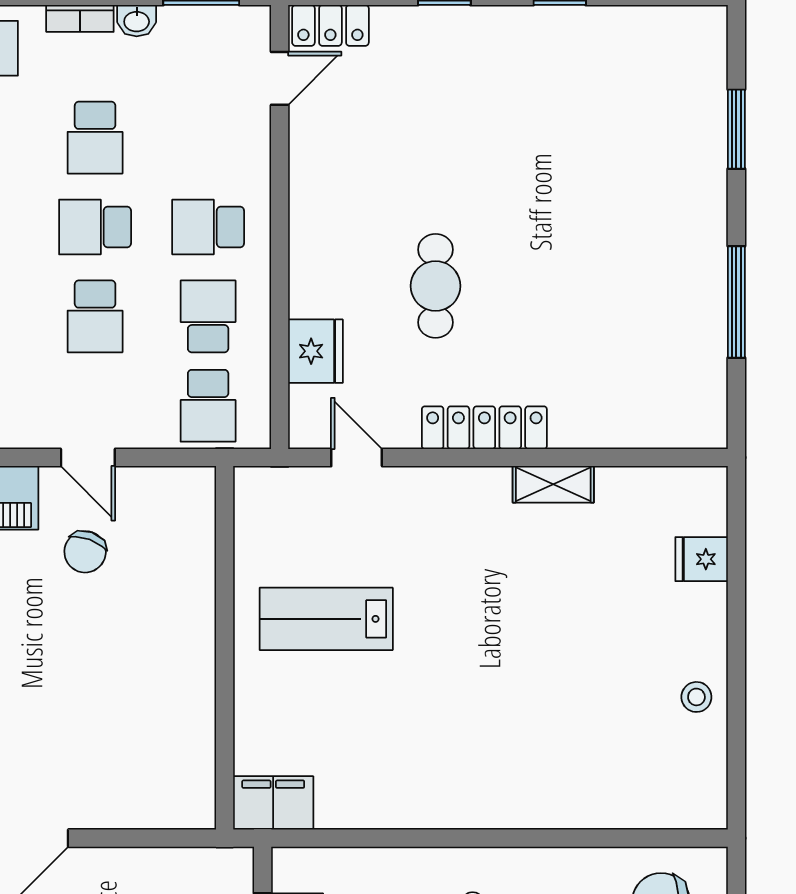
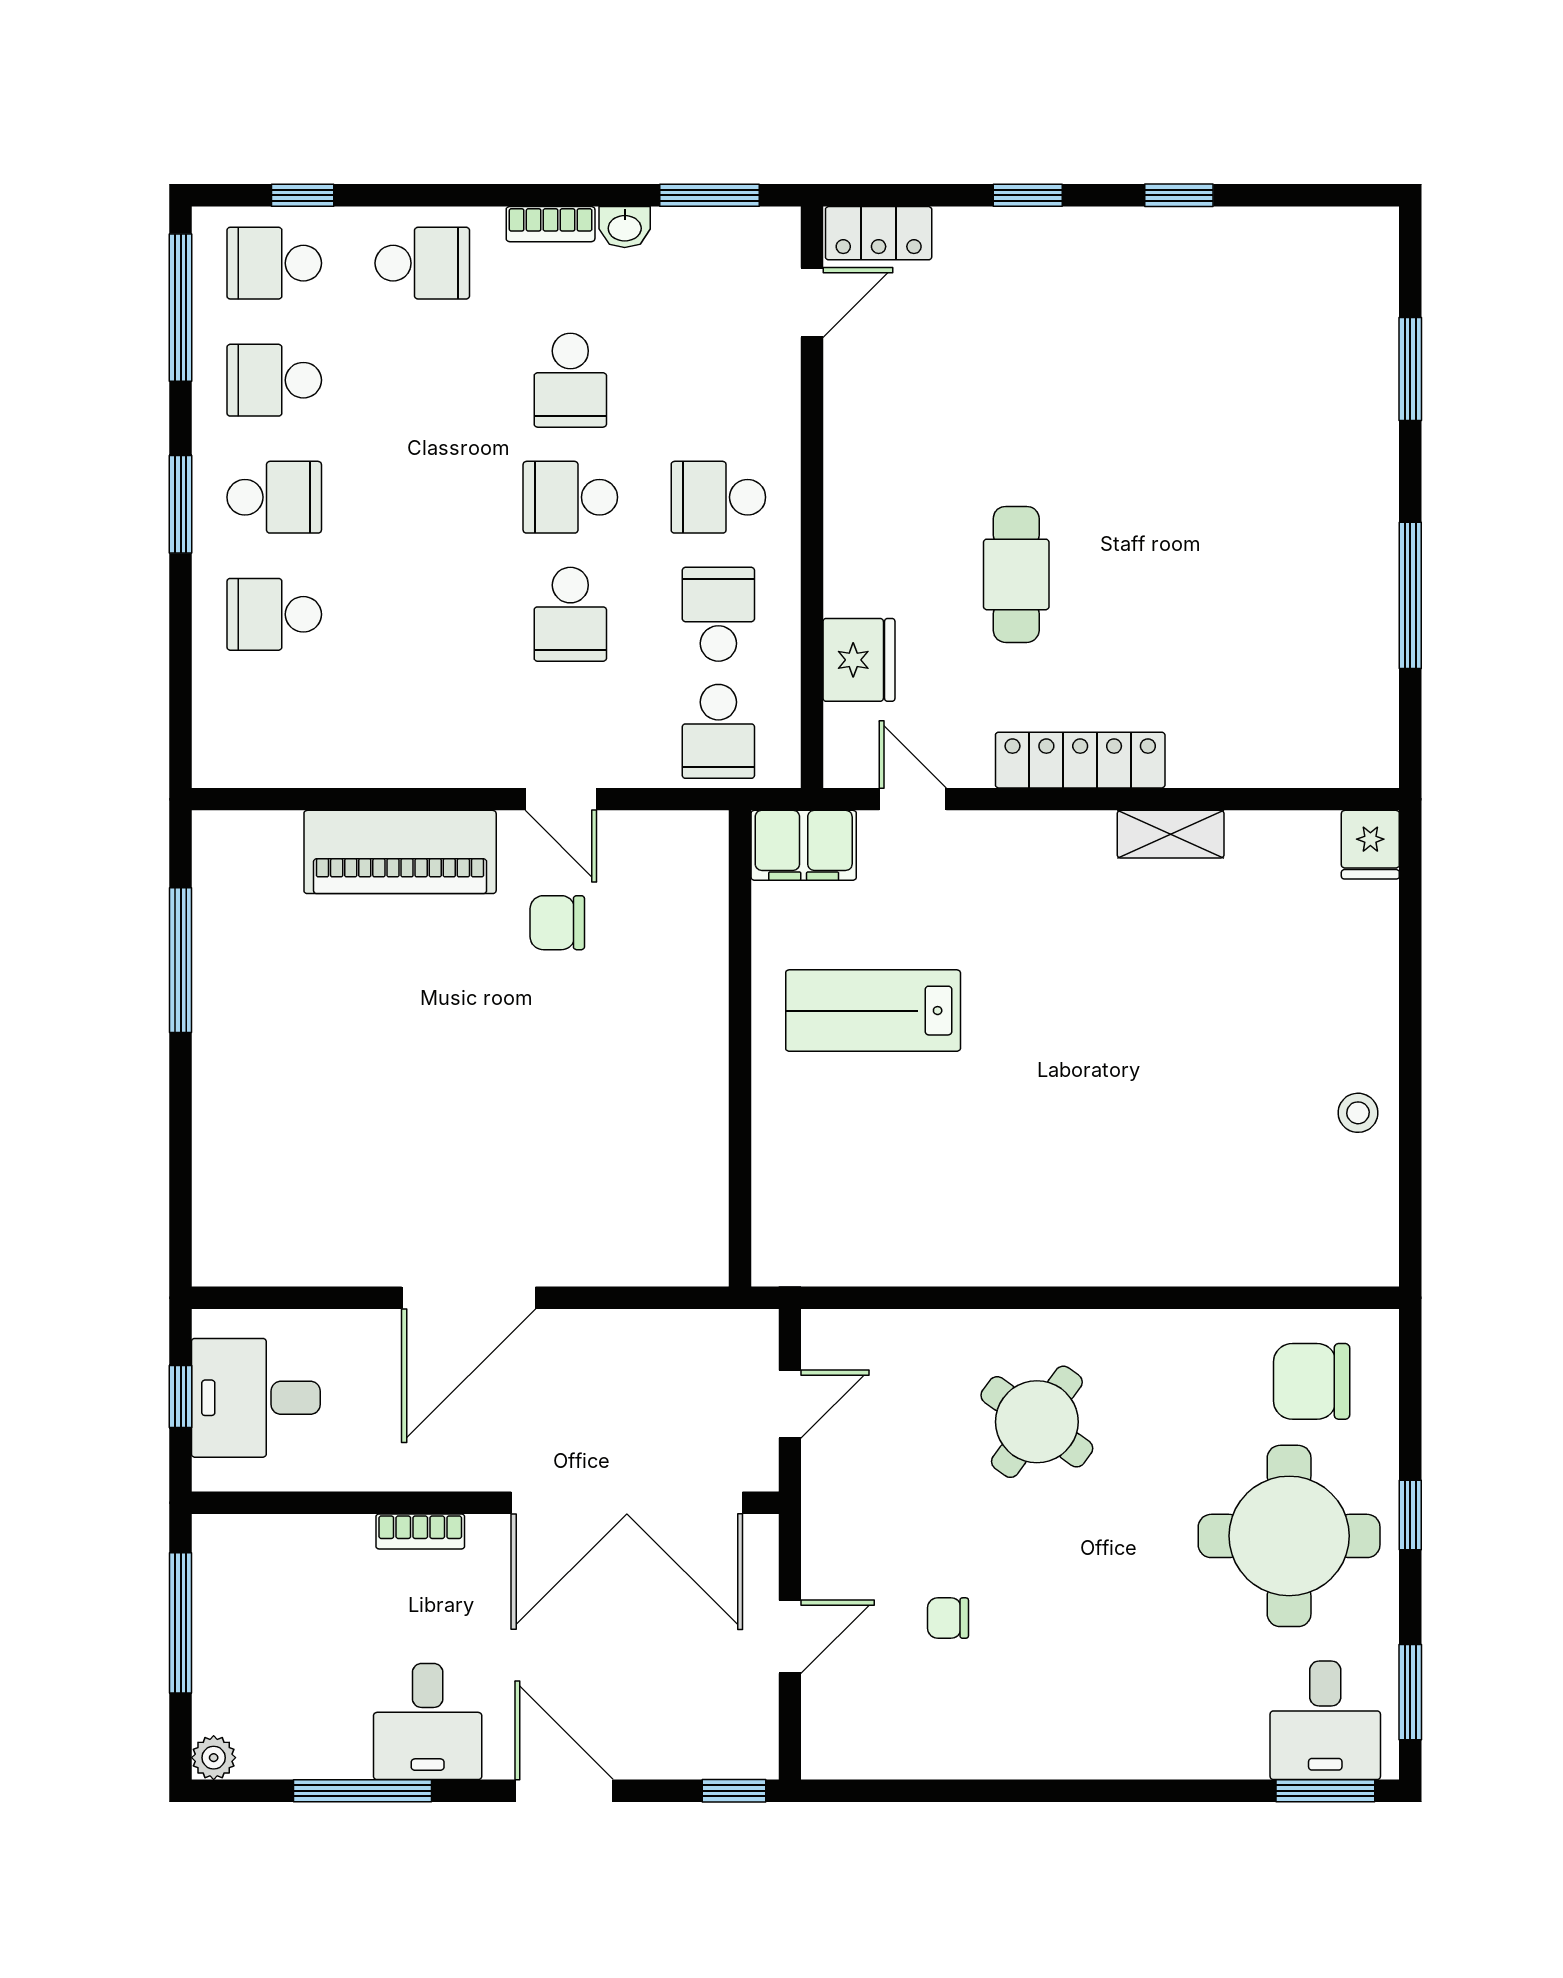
chair: (85, 552) -> (557, 923), turned 70
fridge: (702, 559) -> (1370, 845), moved, turned -90
filing cabinet: (273, 803) -> (804, 845), moved, turned 180

